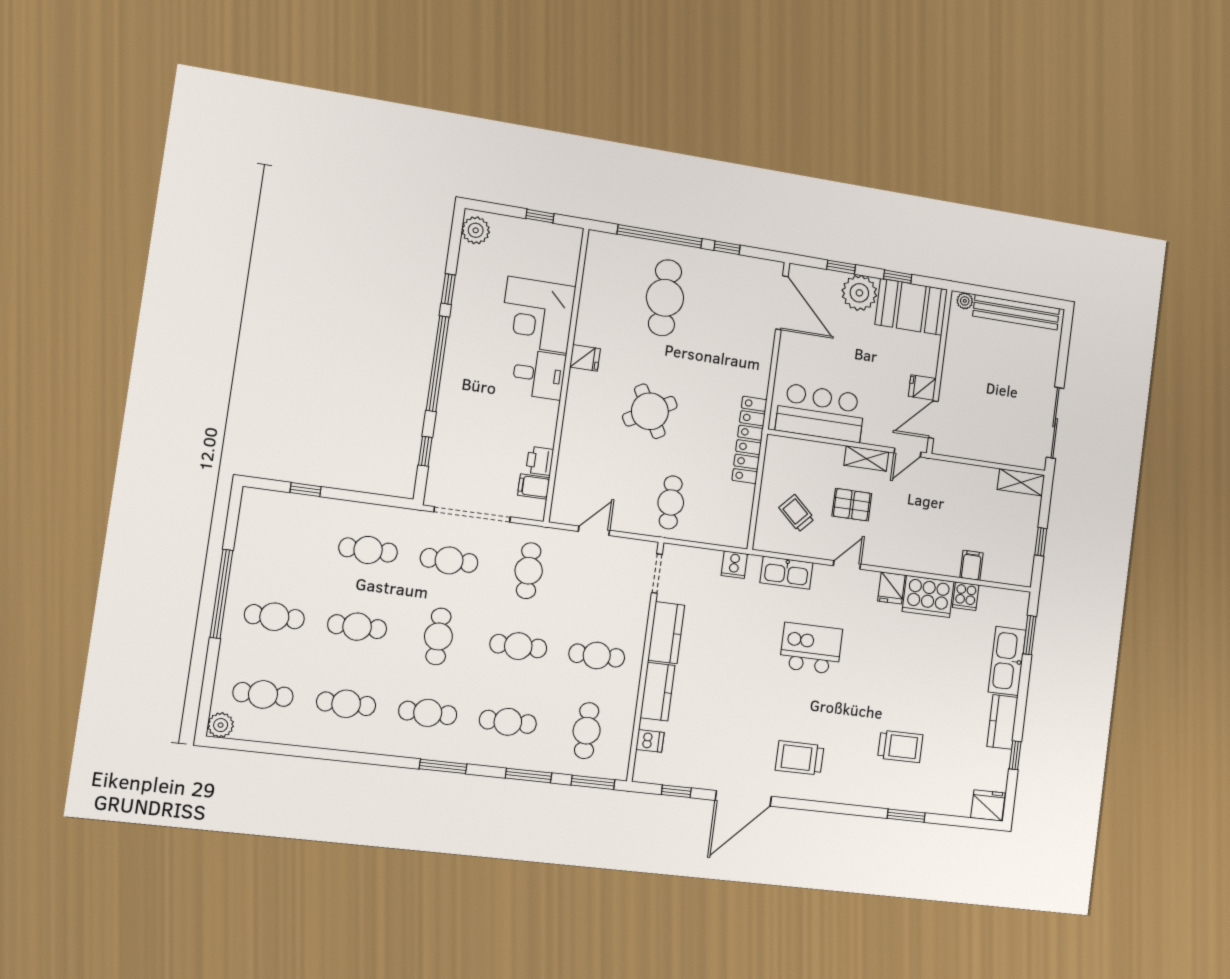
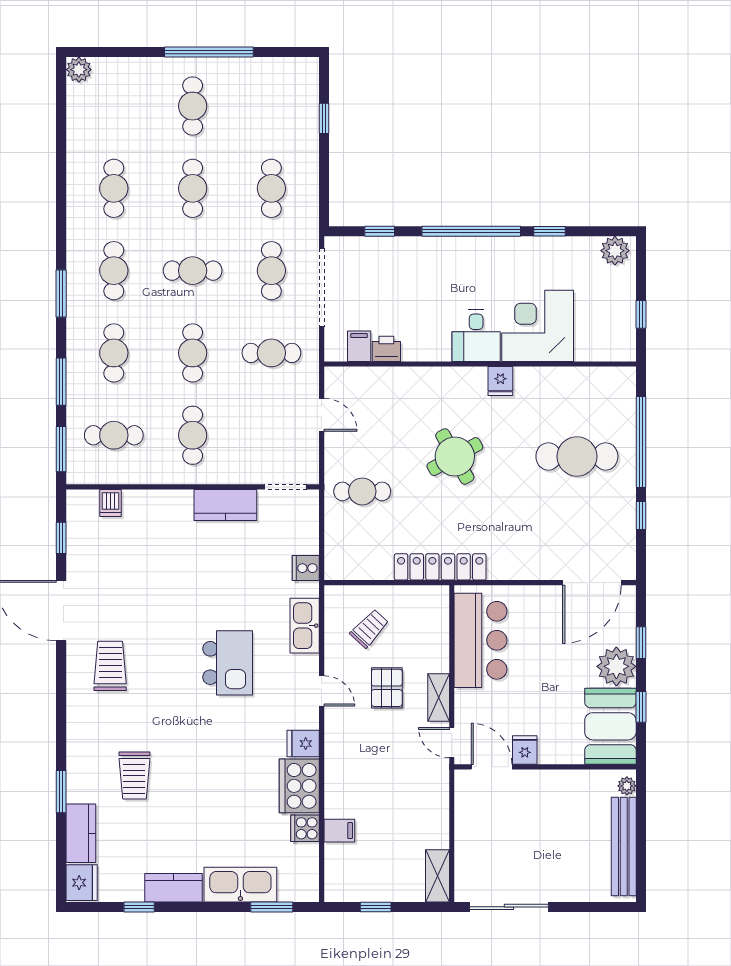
kitchen counter: (657, 692) -> (81, 833), moved, turned -90
cafe table: (263, 694) -> (114, 106), removed

